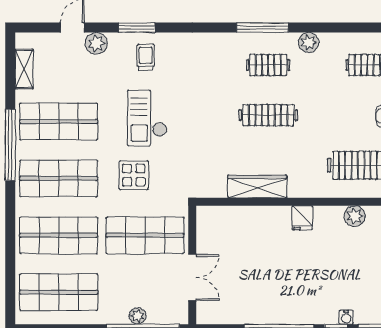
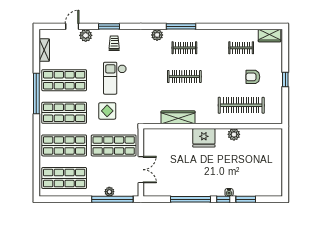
plant: (309, 43) -> (157, 35), moved
fridge: (302, 218) -> (204, 138), width x1.88, depth x1.34

